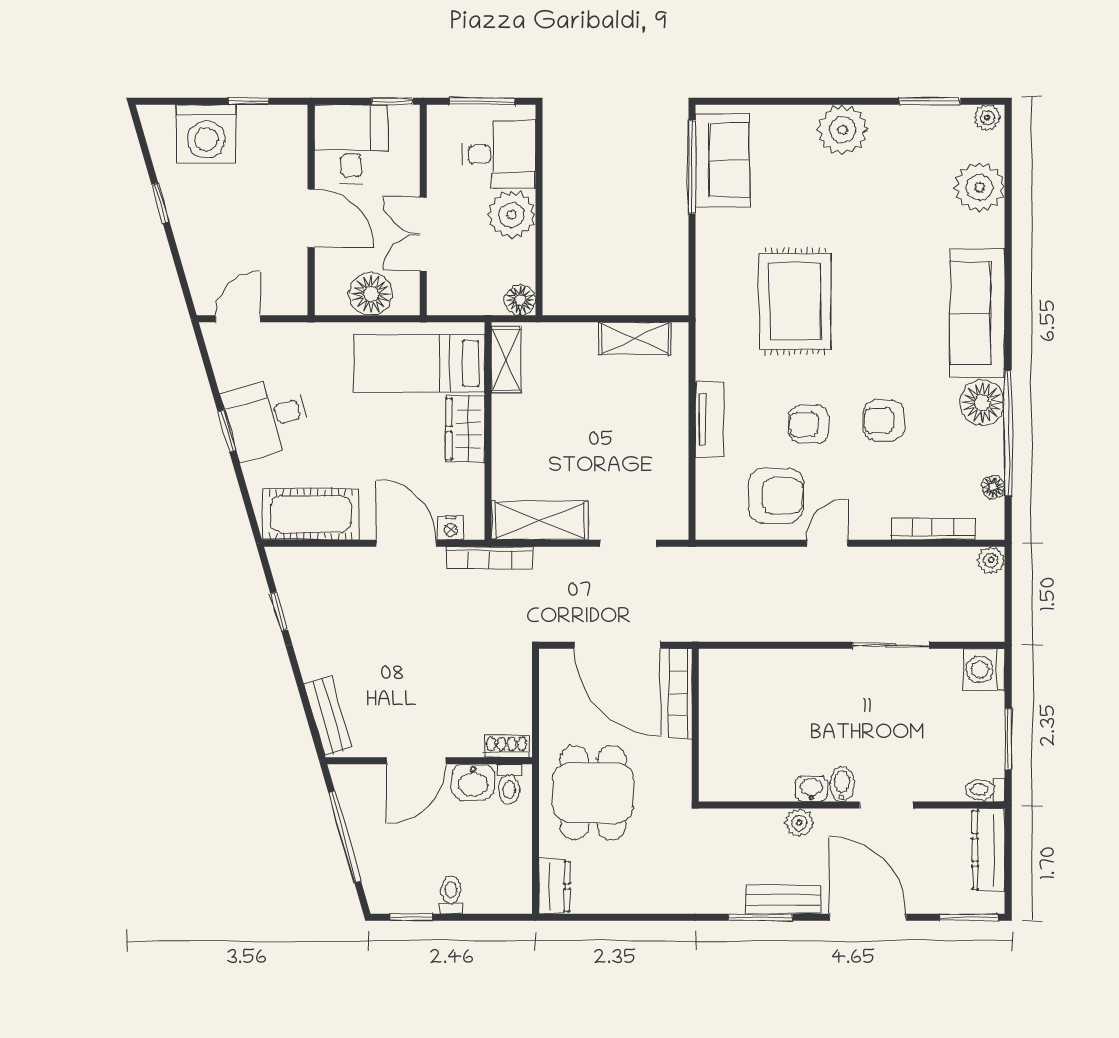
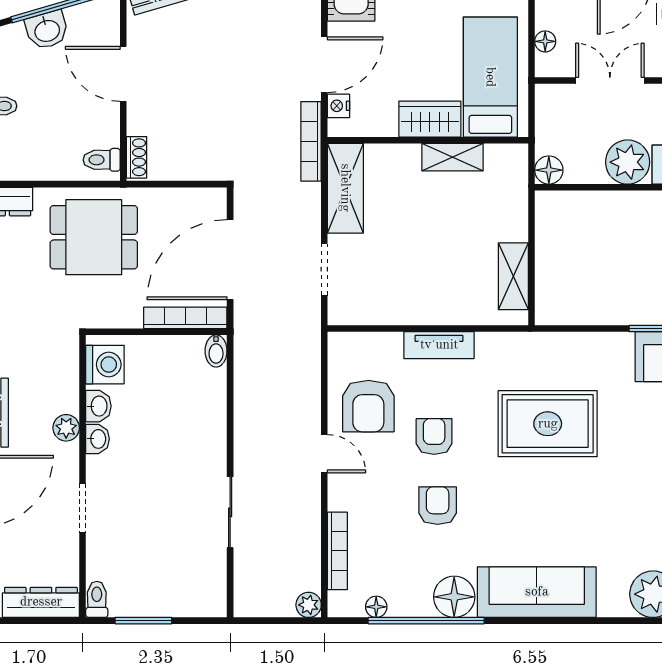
floor lamp: (371, 294) -> (545, 41), width x0.53, depth x0.53
shelving: (506, 360) -> (453, 157), moved
washing machine: (984, 669) -> (105, 365), moved, turned 90
washbasin: (473, 782) -> (47, 30), moved, turned -106
bidet: (842, 784) -> (216, 351), moved, turned 90
washbasin: (776, 788) -> (98, 406), added

